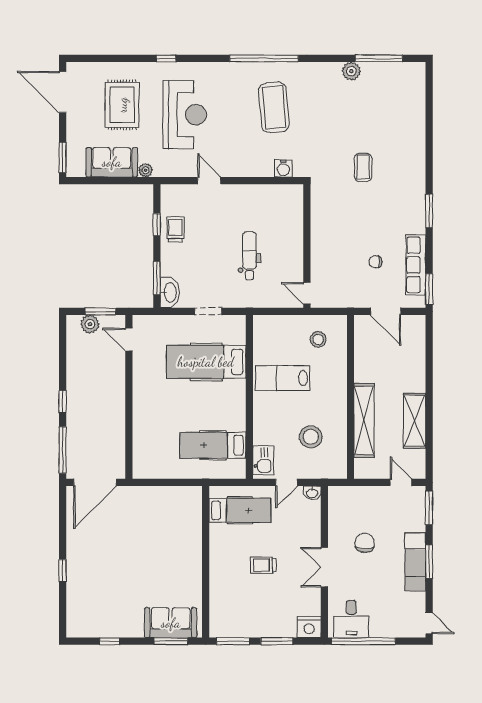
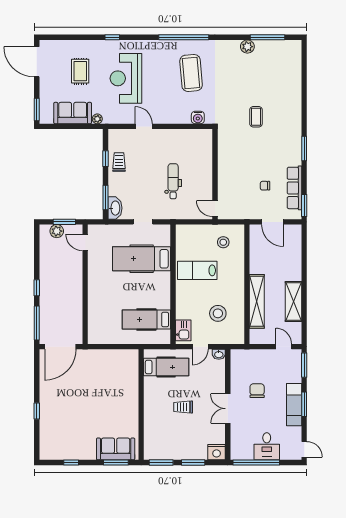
rug: (122, 105) -> (80, 71), width x0.73, depth x0.70
reception desk: (185, 115) -> (126, 78), turned 180
desk: (351, 619) -> (267, 446), moved

